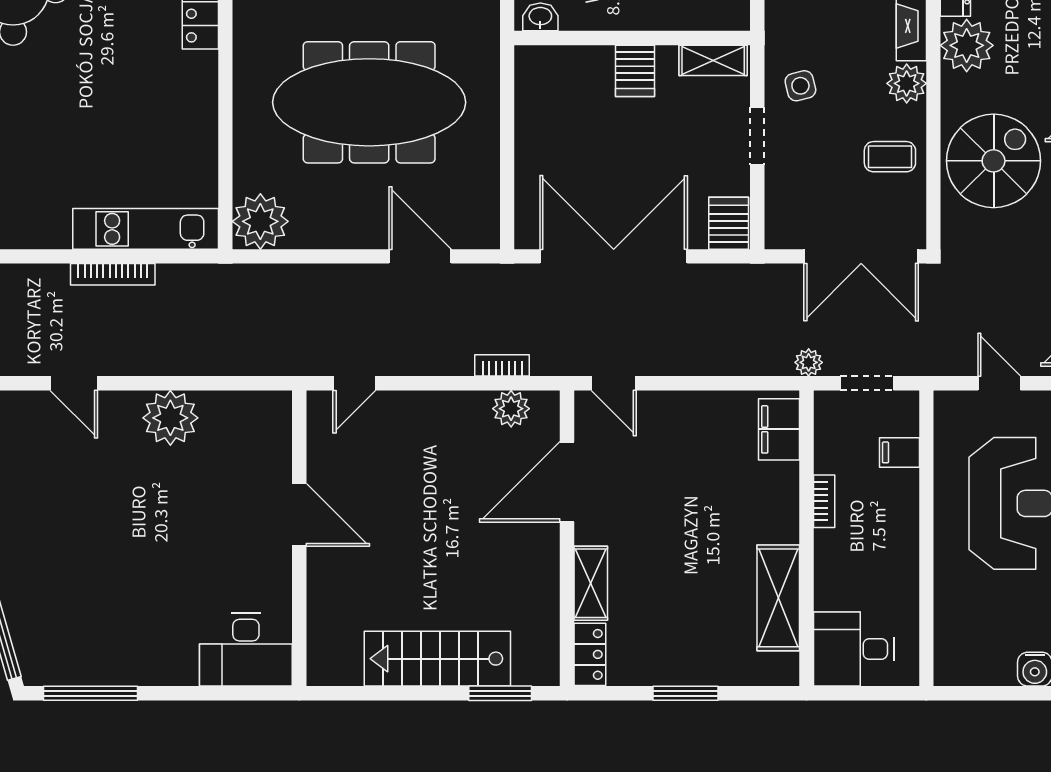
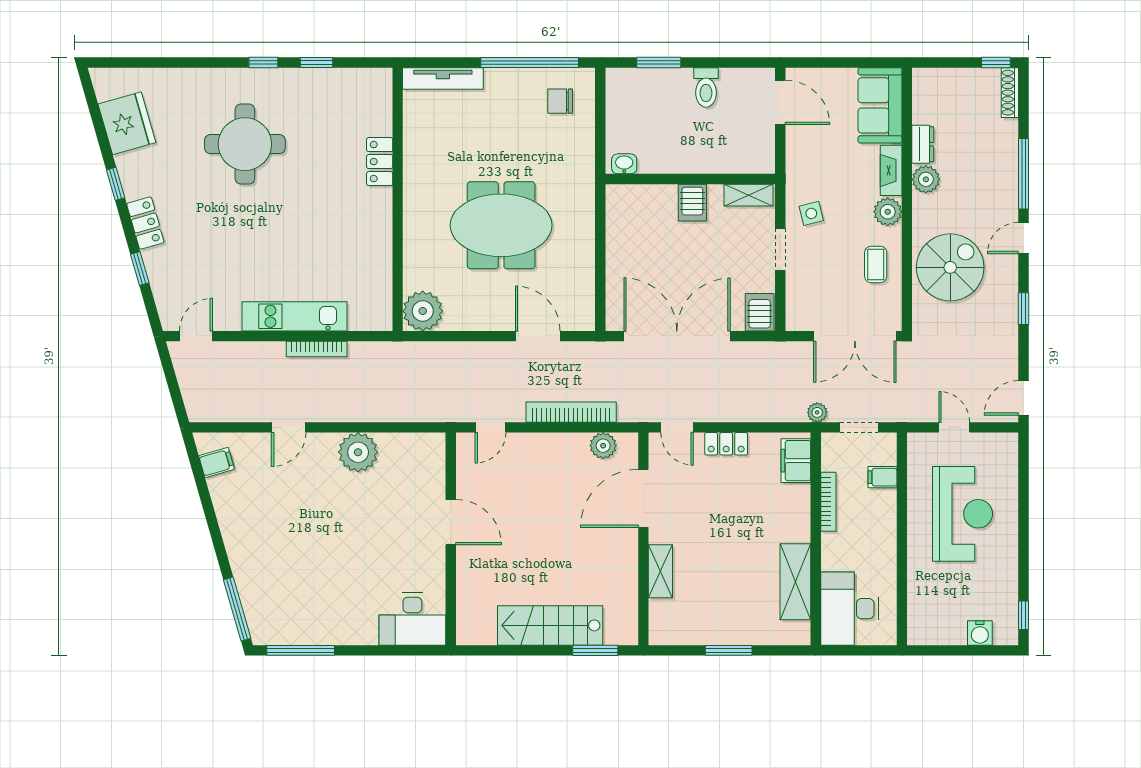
plant: (967, 45) -> (926, 179), width x0.73, depth x0.73
meeting table: (369, 102) -> (501, 225), width x0.73
coffee table: (890, 157) -> (876, 264), turned 90
kitchen unit: (146, 229) -> (295, 316), moved
bookcase: (502, 365) -> (571, 412), width x2.31, depth x1.31
door: (74, 383) -> (289, 427), hinge flipped
bookcase: (824, 501) -> (828, 502), width x1.56
desk: (854, 649) -> (850, 609), width x1.37
locker: (590, 654) -> (726, 444), moved, turned 90

